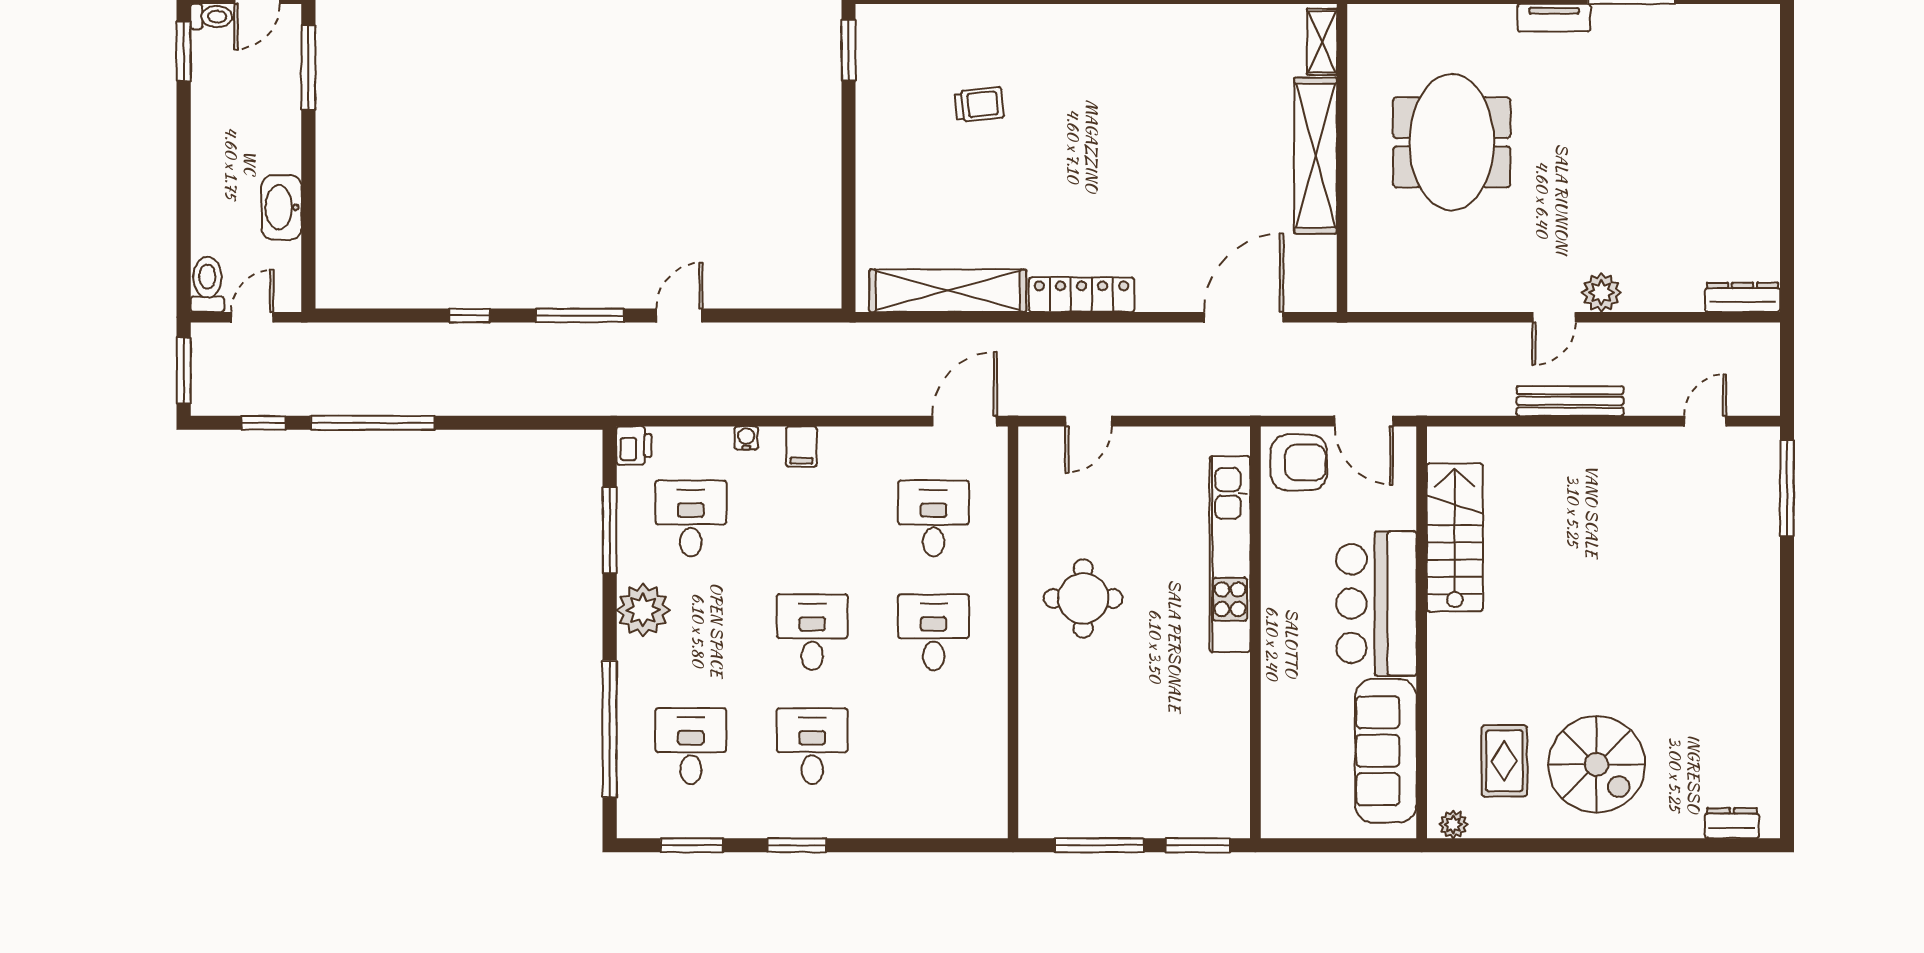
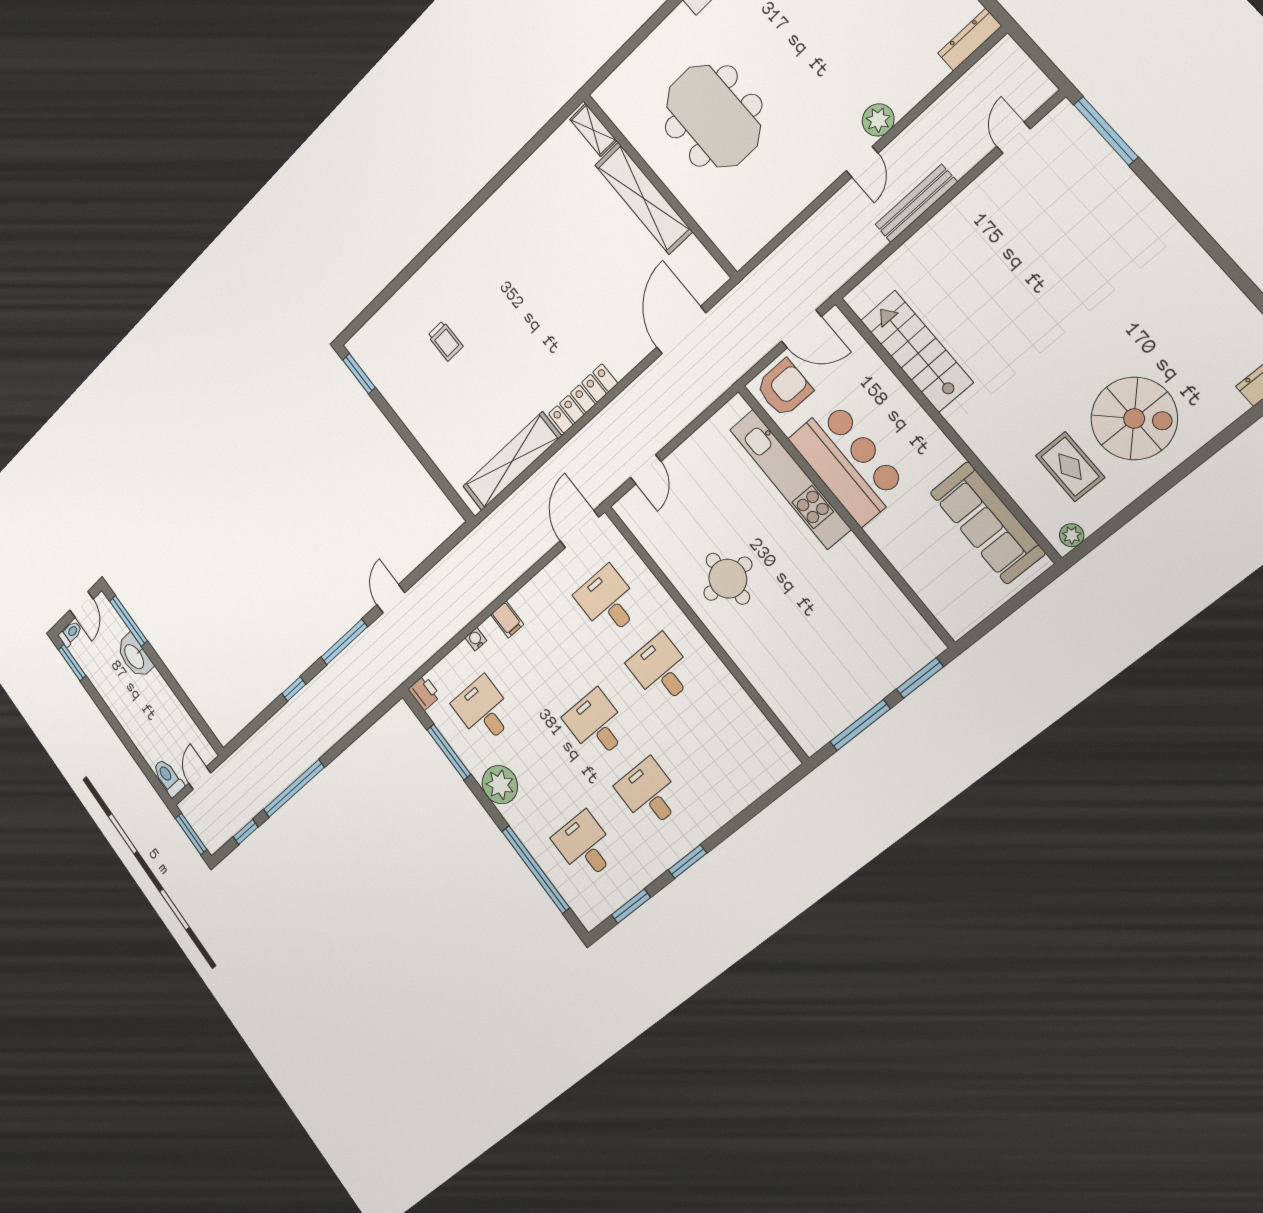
trolley: (979, 105) -> (445, 341), turned 96
washbasin: (282, 207) -> (135, 656), moved
bar counter: (1376, 604) -> (848, 463), moved, turned 180

